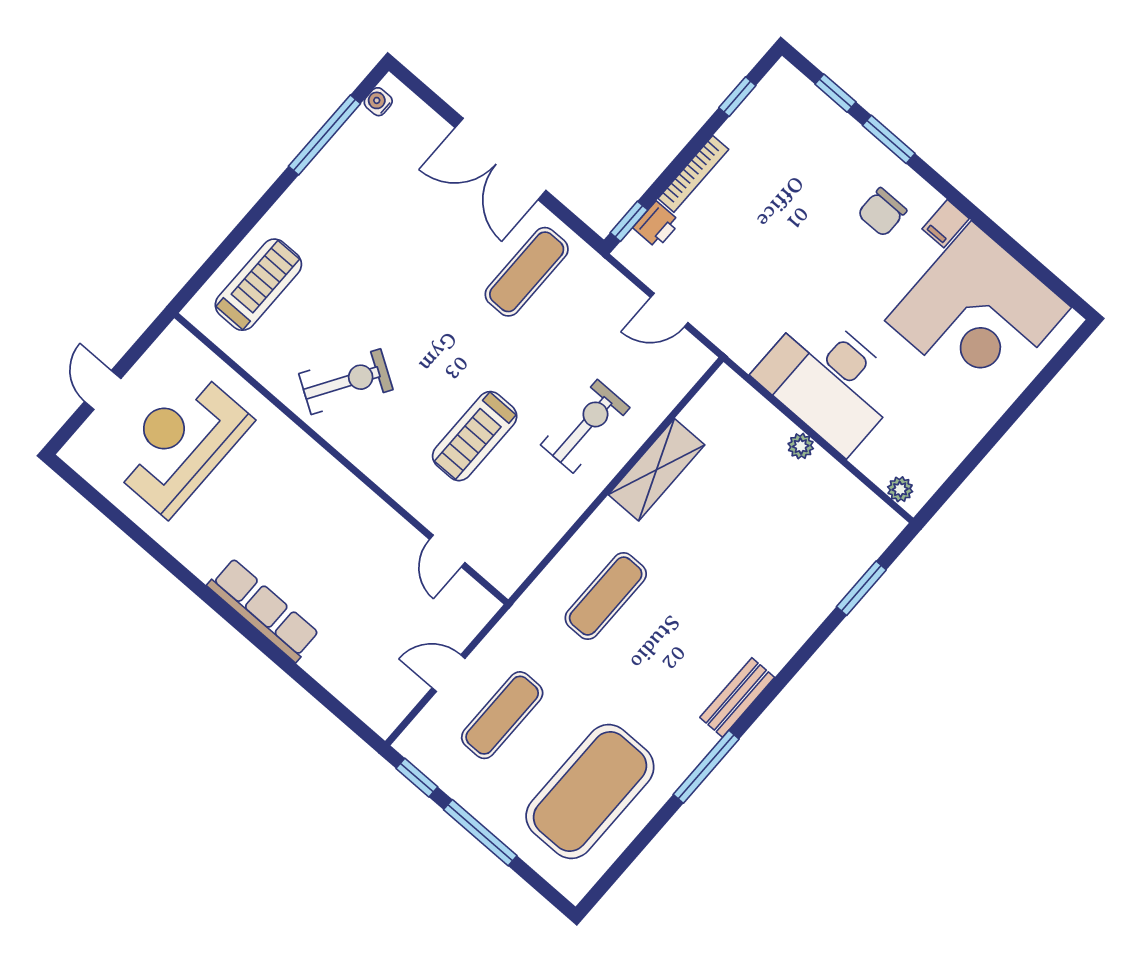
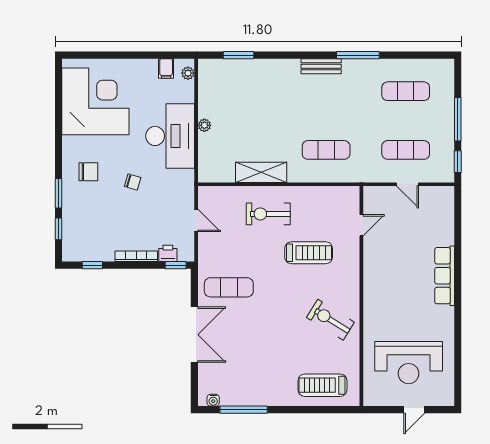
filing cabinet: (946, 224) -> (166, 68), moved, turned 90
chair: (809, 265) -> (133, 182), added
exercise mat: (590, 791) -> (406, 91), width x0.50, depth x0.69

